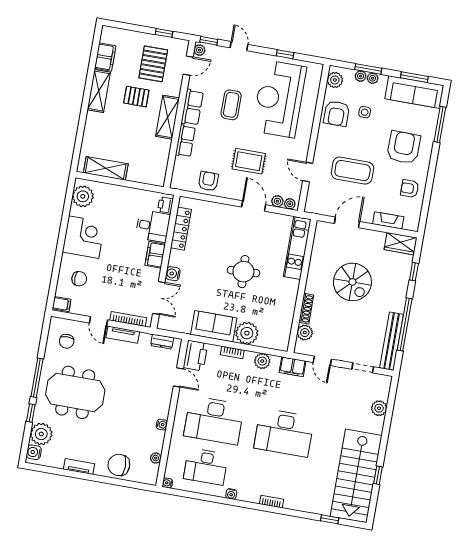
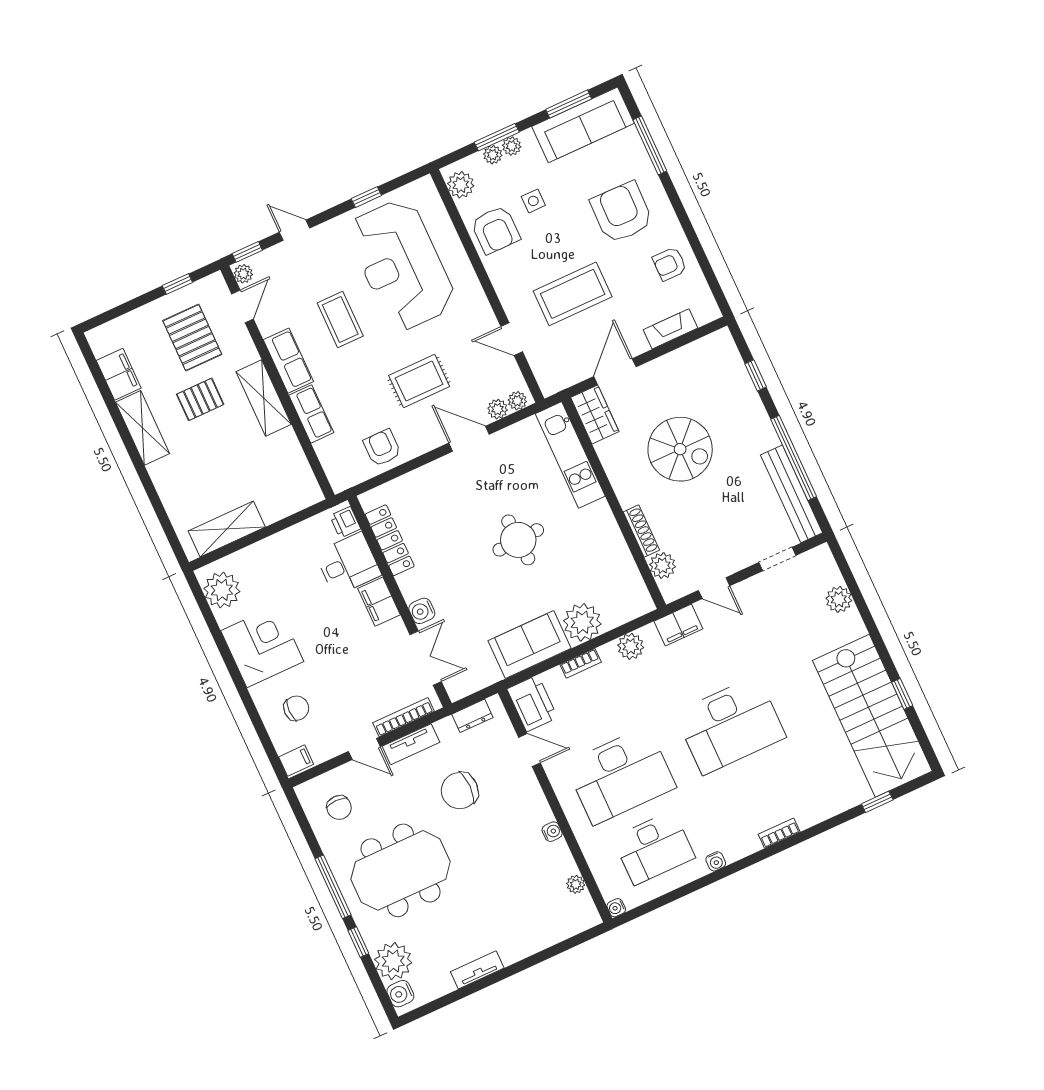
wardrobe: (401, 244) -> (595, 414), moved, turned -90
chair: (119, 465) -> (460, 791), moved

